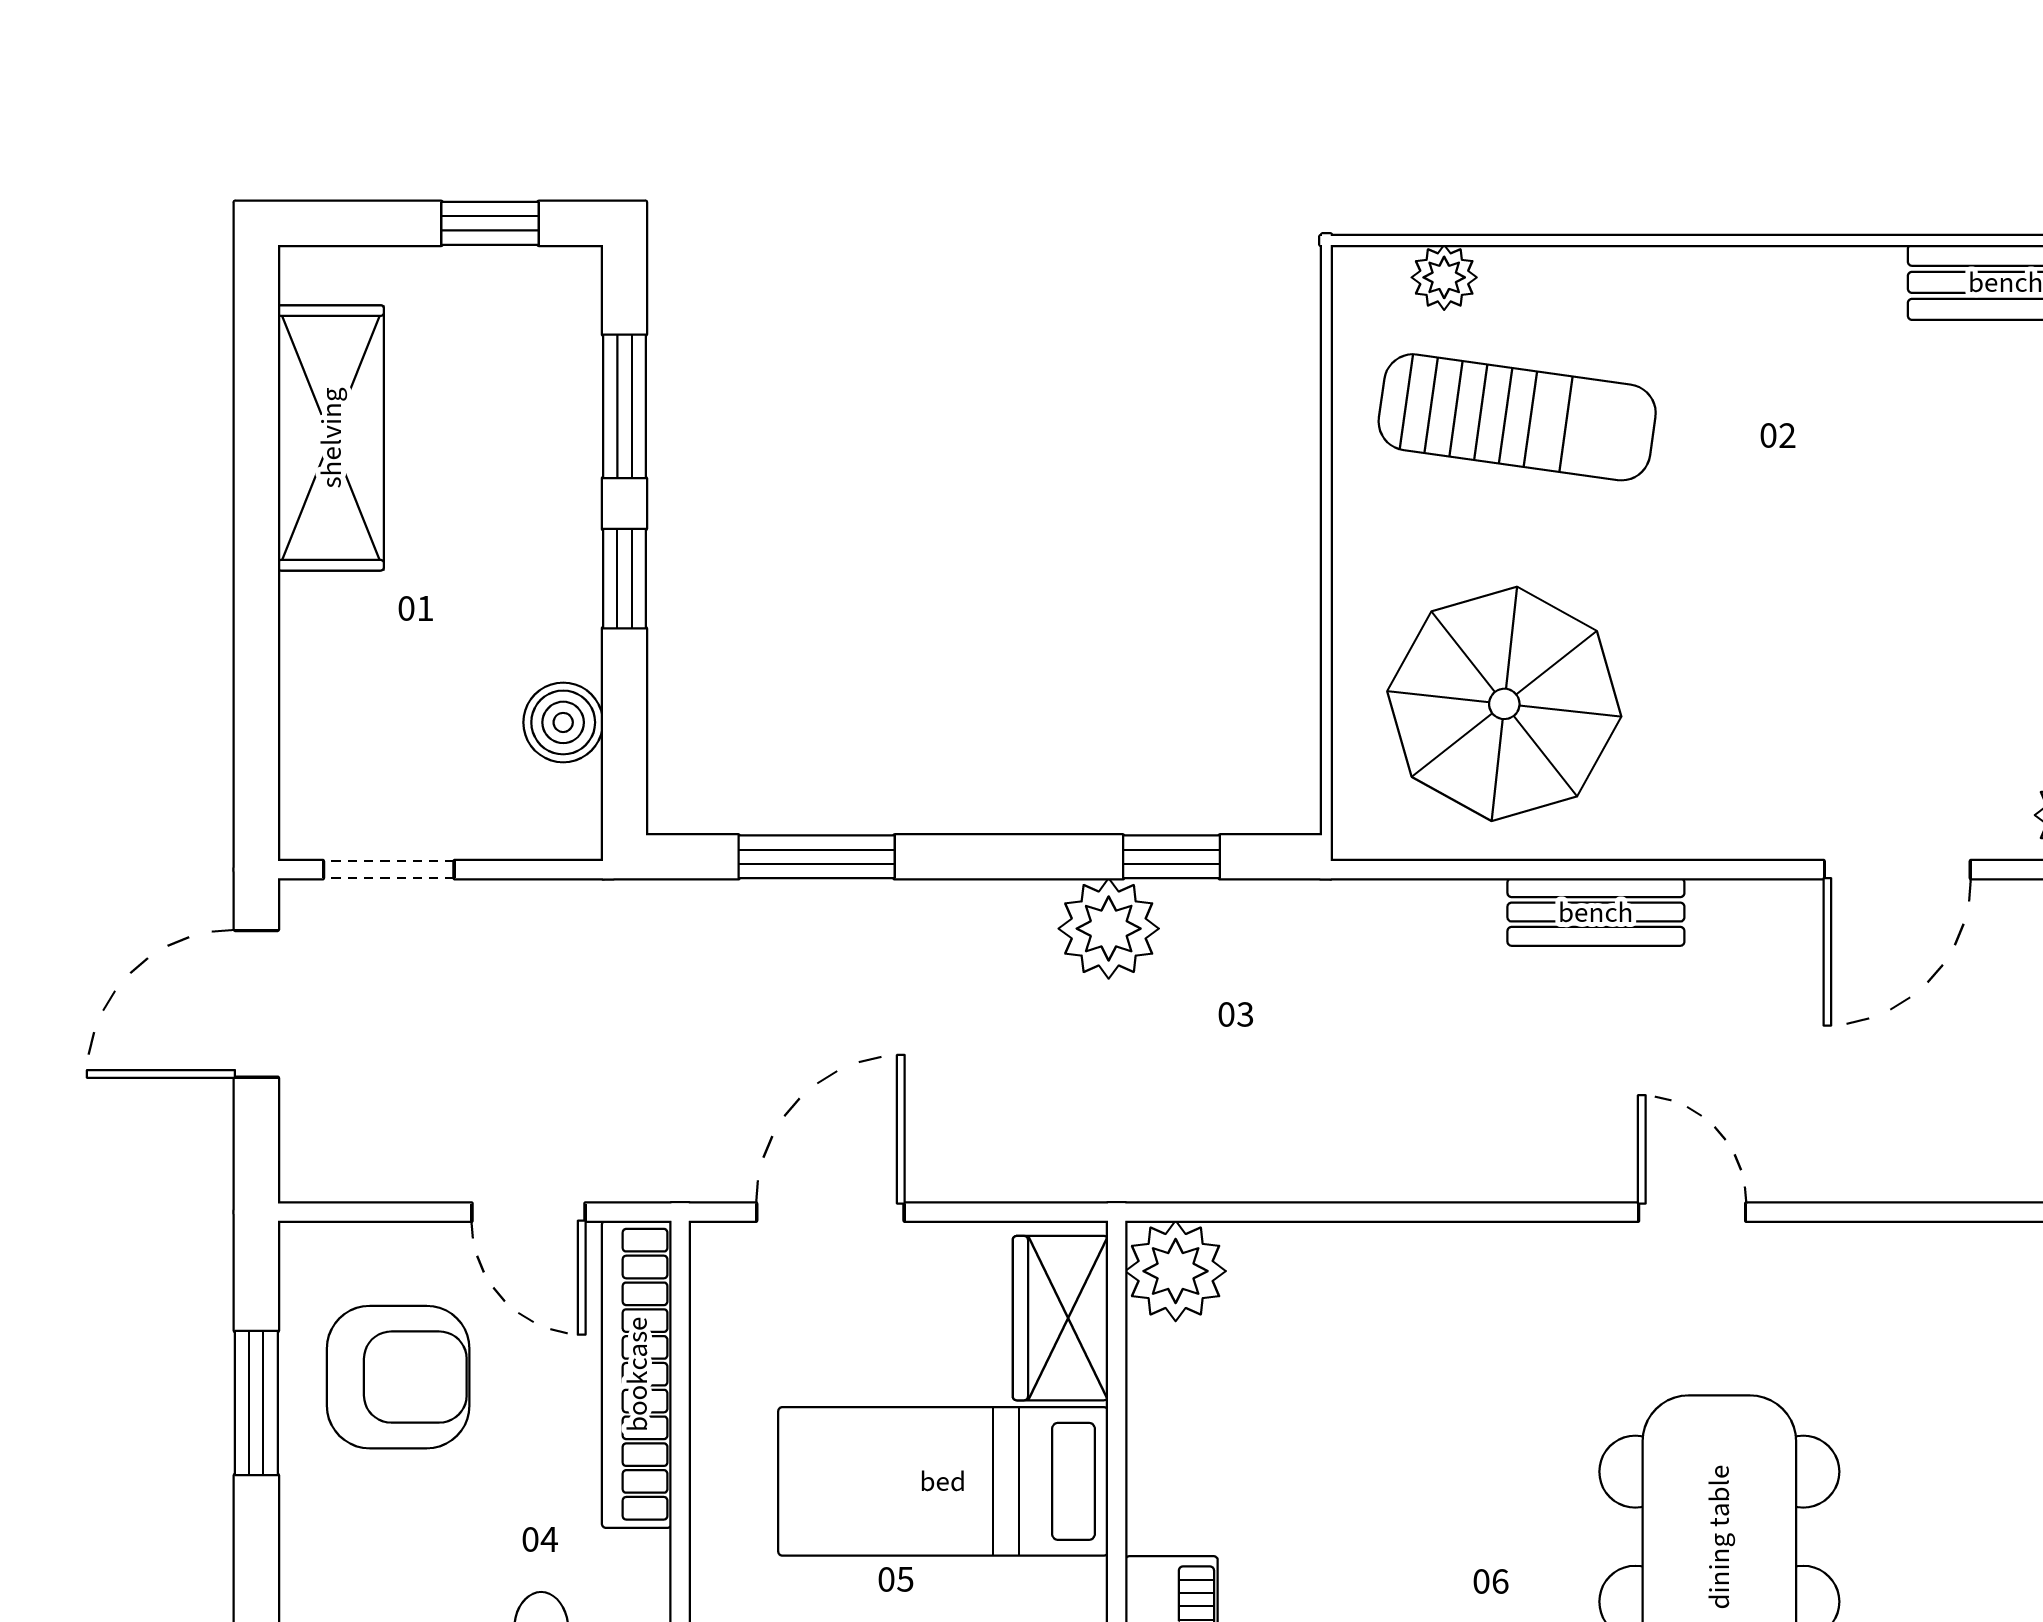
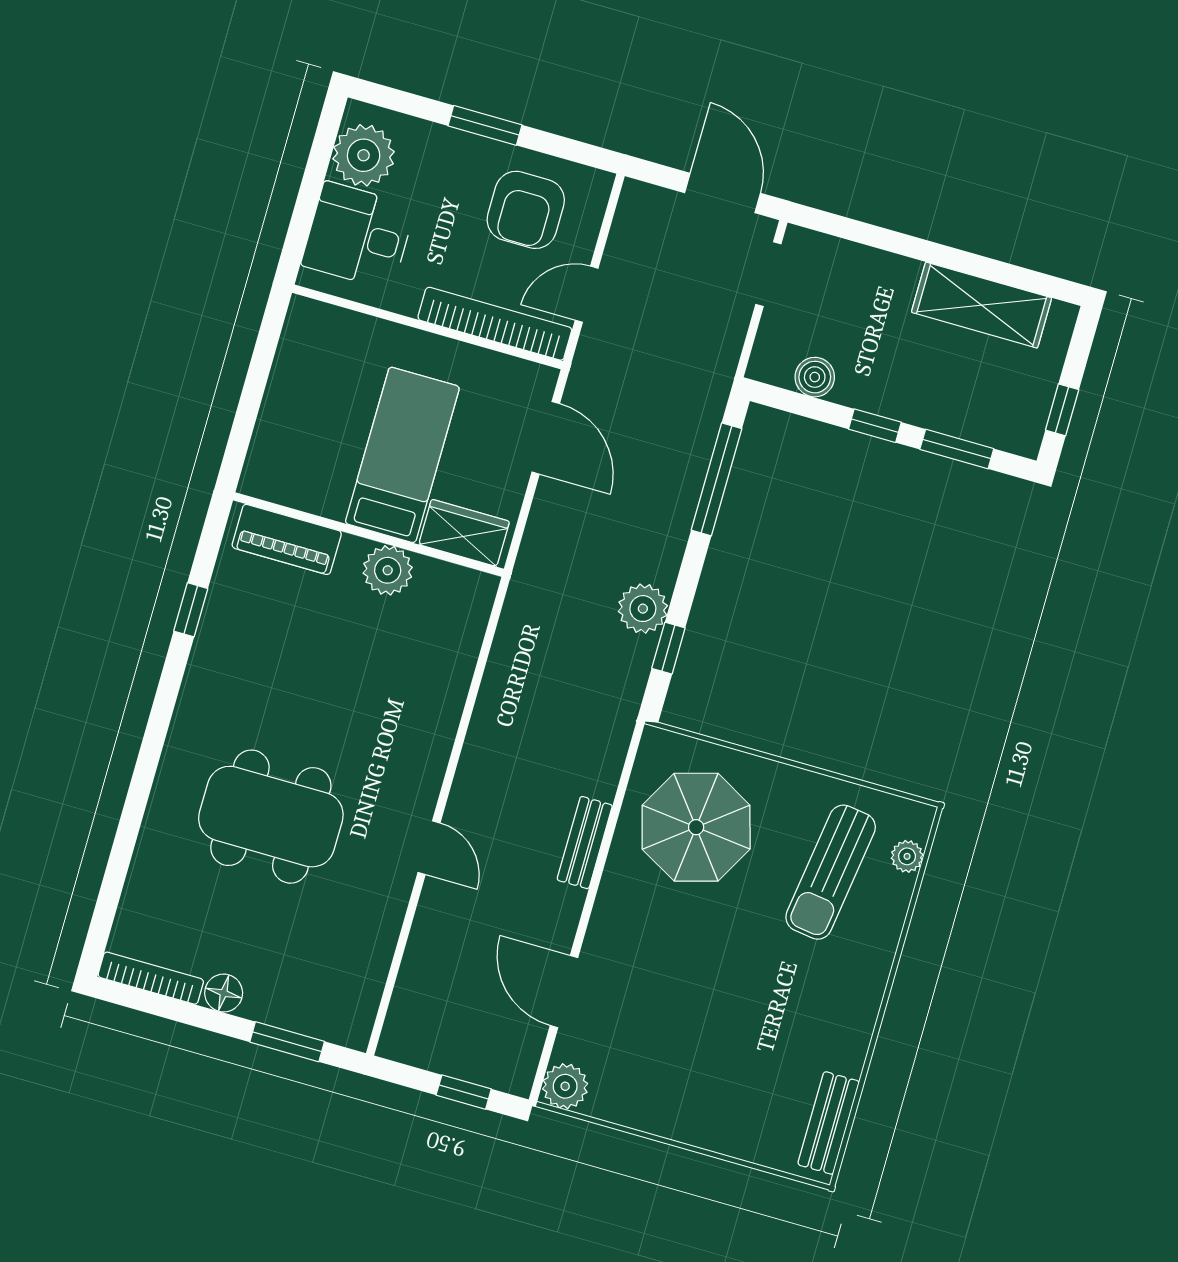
window: (817, 857) -> (717, 479), width x1.44
door: (1692, 1212) -> (429, 848), hinge flipped
plant: (1176, 1271) -> (388, 570), moved
window: (256, 1403) -> (485, 125), moved

